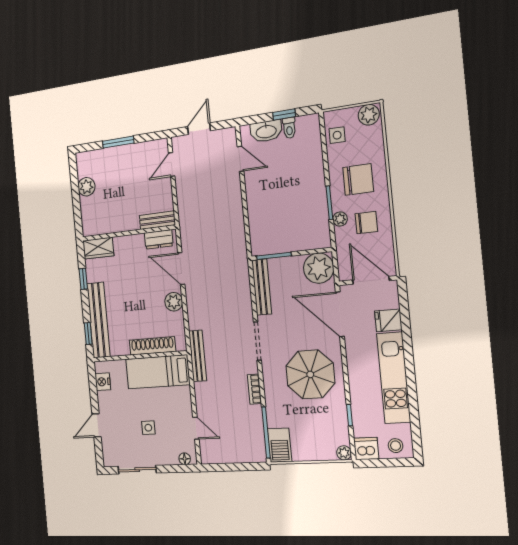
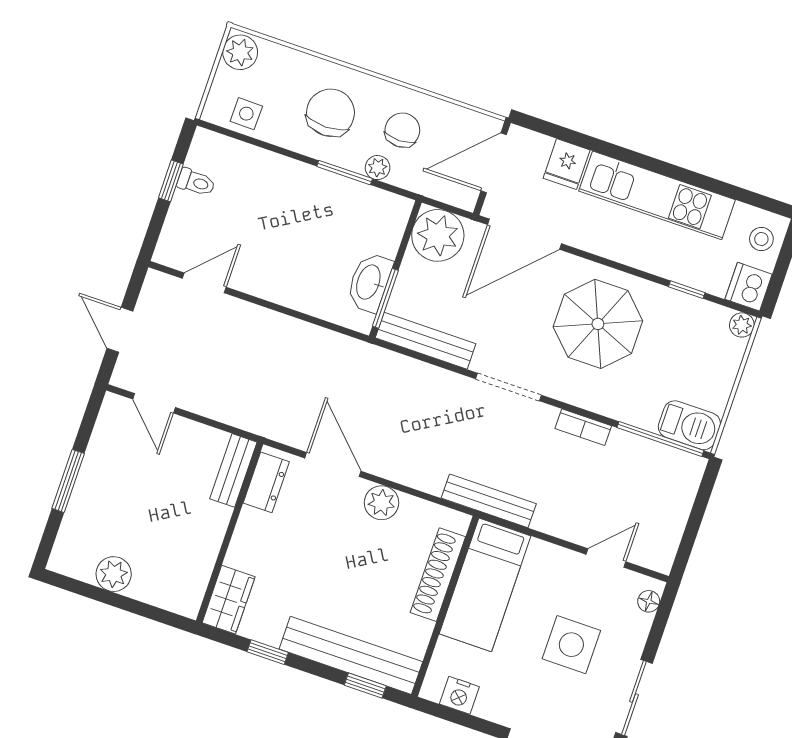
washbasin: (266, 131) -> (369, 282), moved, turned 180
door: (181, 269) -> (333, 465), swing flipped
side table: (148, 428) -> (571, 645), width x1.87, depth x1.87

